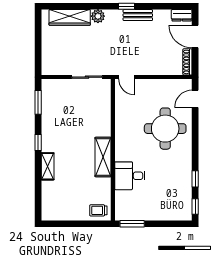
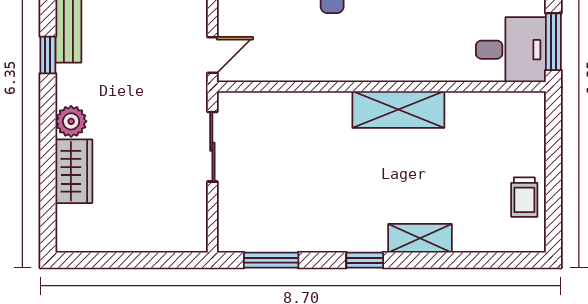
wardrobe: (70, 17) -> (74, 171), width x0.67
desk: (130, 176) -> (511, 50), moved, turned -90
trolley: (98, 210) -> (524, 197), moved

